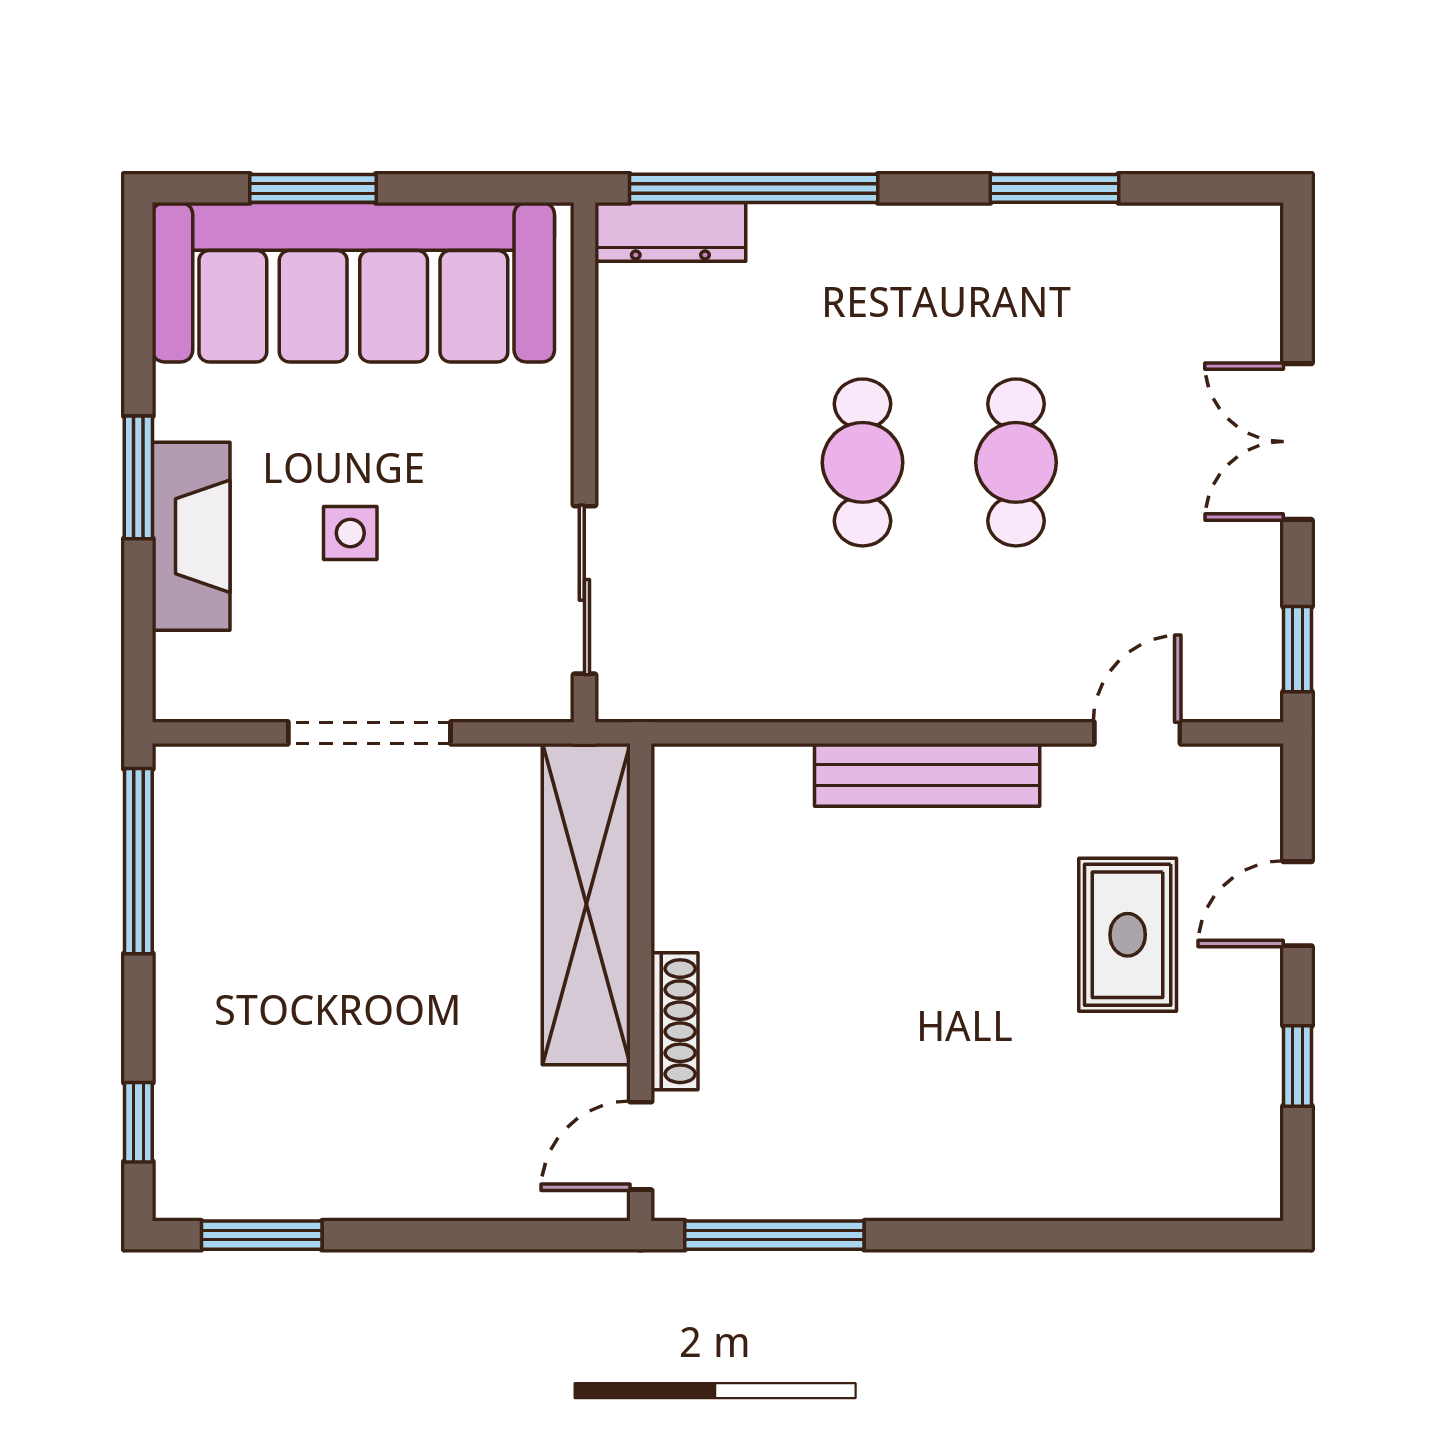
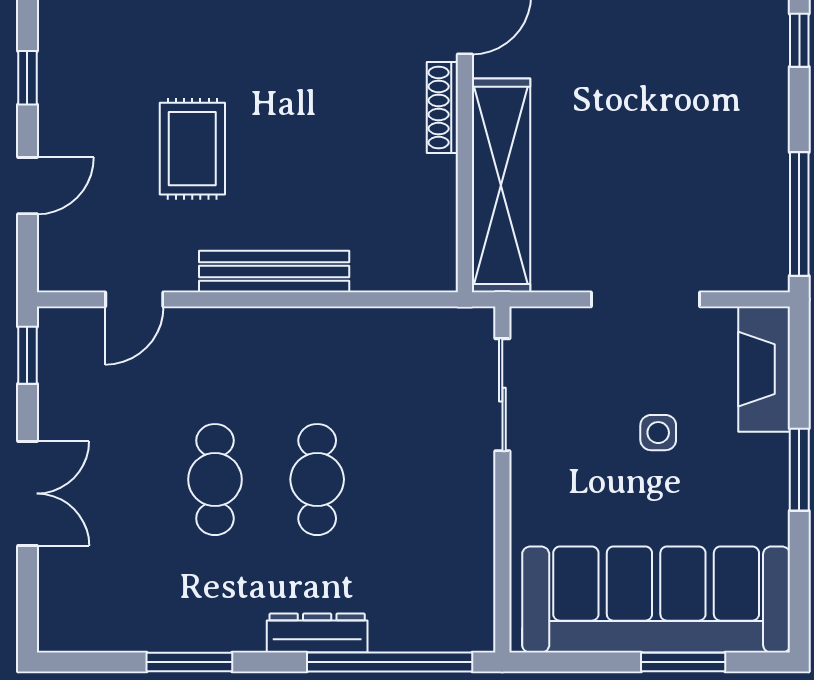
dresser: (670, 232) -> (317, 633), moved
fireplace: (191, 536) -> (764, 369), moved
rug: (1128, 935) -> (192, 149), moved

